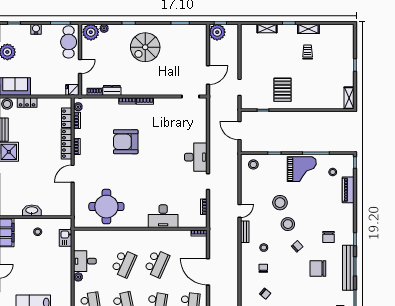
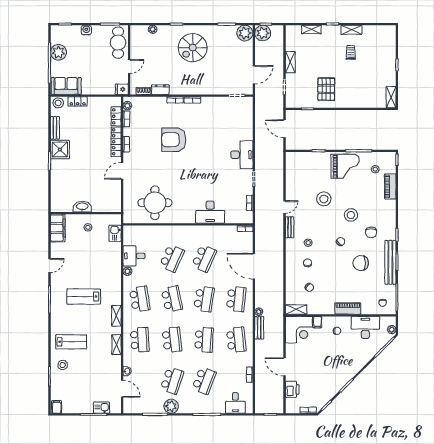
plant: (91, 32) -> (245, 33), moved
shelving: (246, 62) -> (290, 62), added
stool: (253, 164) -> (298, 162), removed
stool: (288, 224) -> (351, 215), moved

